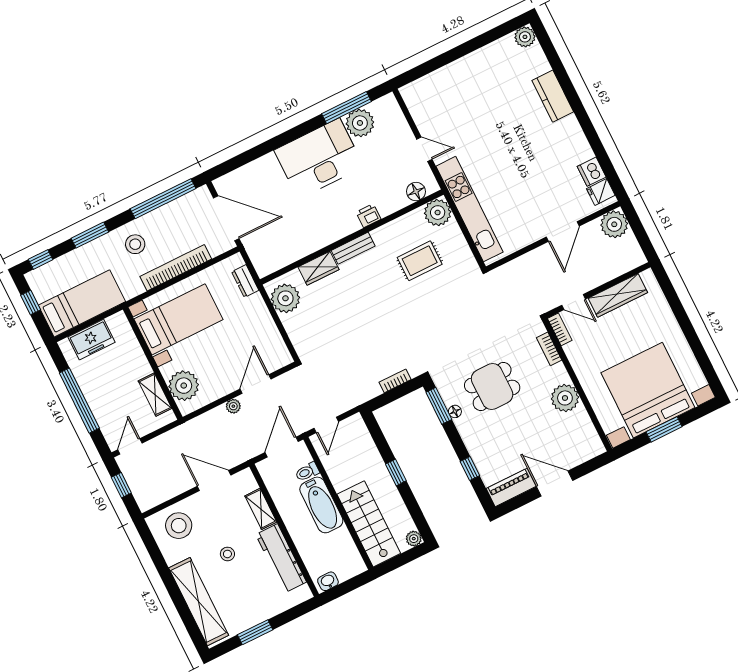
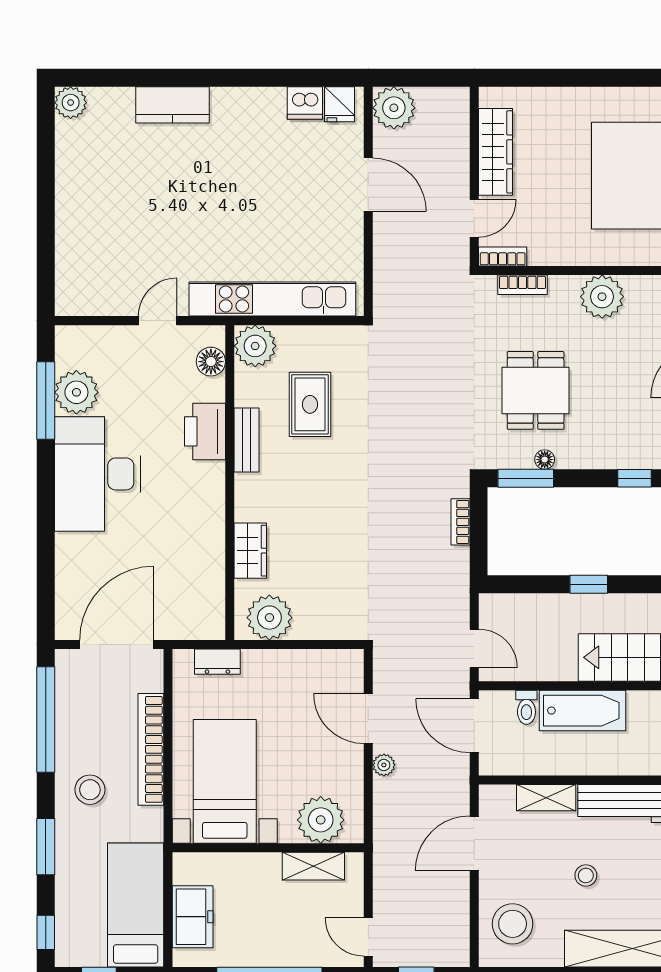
printer: (368, 216) -> (205, 431), width x1.87, depth x1.48
bench: (353, 248) -> (246, 440), moved

